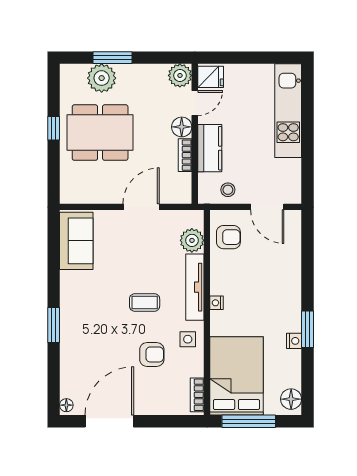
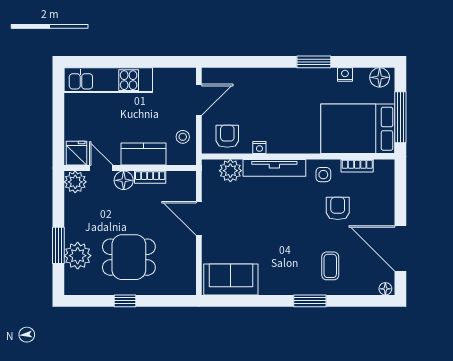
dining table: (100, 133) -> (129, 257), width x0.73
coffee table: (145, 302) -> (330, 266), moved
nightstand: (217, 303) -> (259, 148), moved
nightstand: (294, 341) -> (345, 75), moved
bookcase: (197, 395) -> (357, 166), moved

